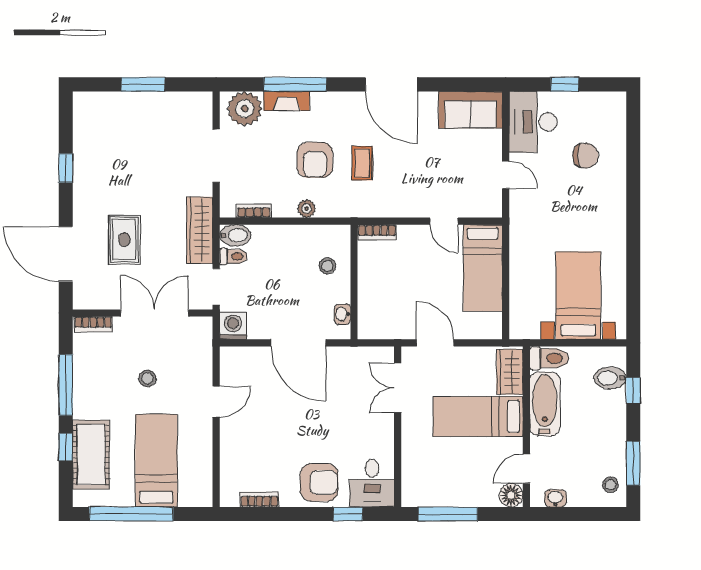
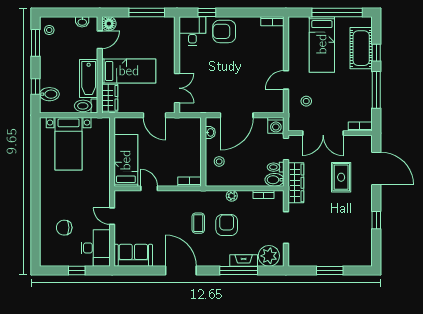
door: (298, 343) -> (237, 115), swing flipped
stool: (147, 378) -> (306, 101), moved
bookcase: (259, 499) -> (272, 21), moved

